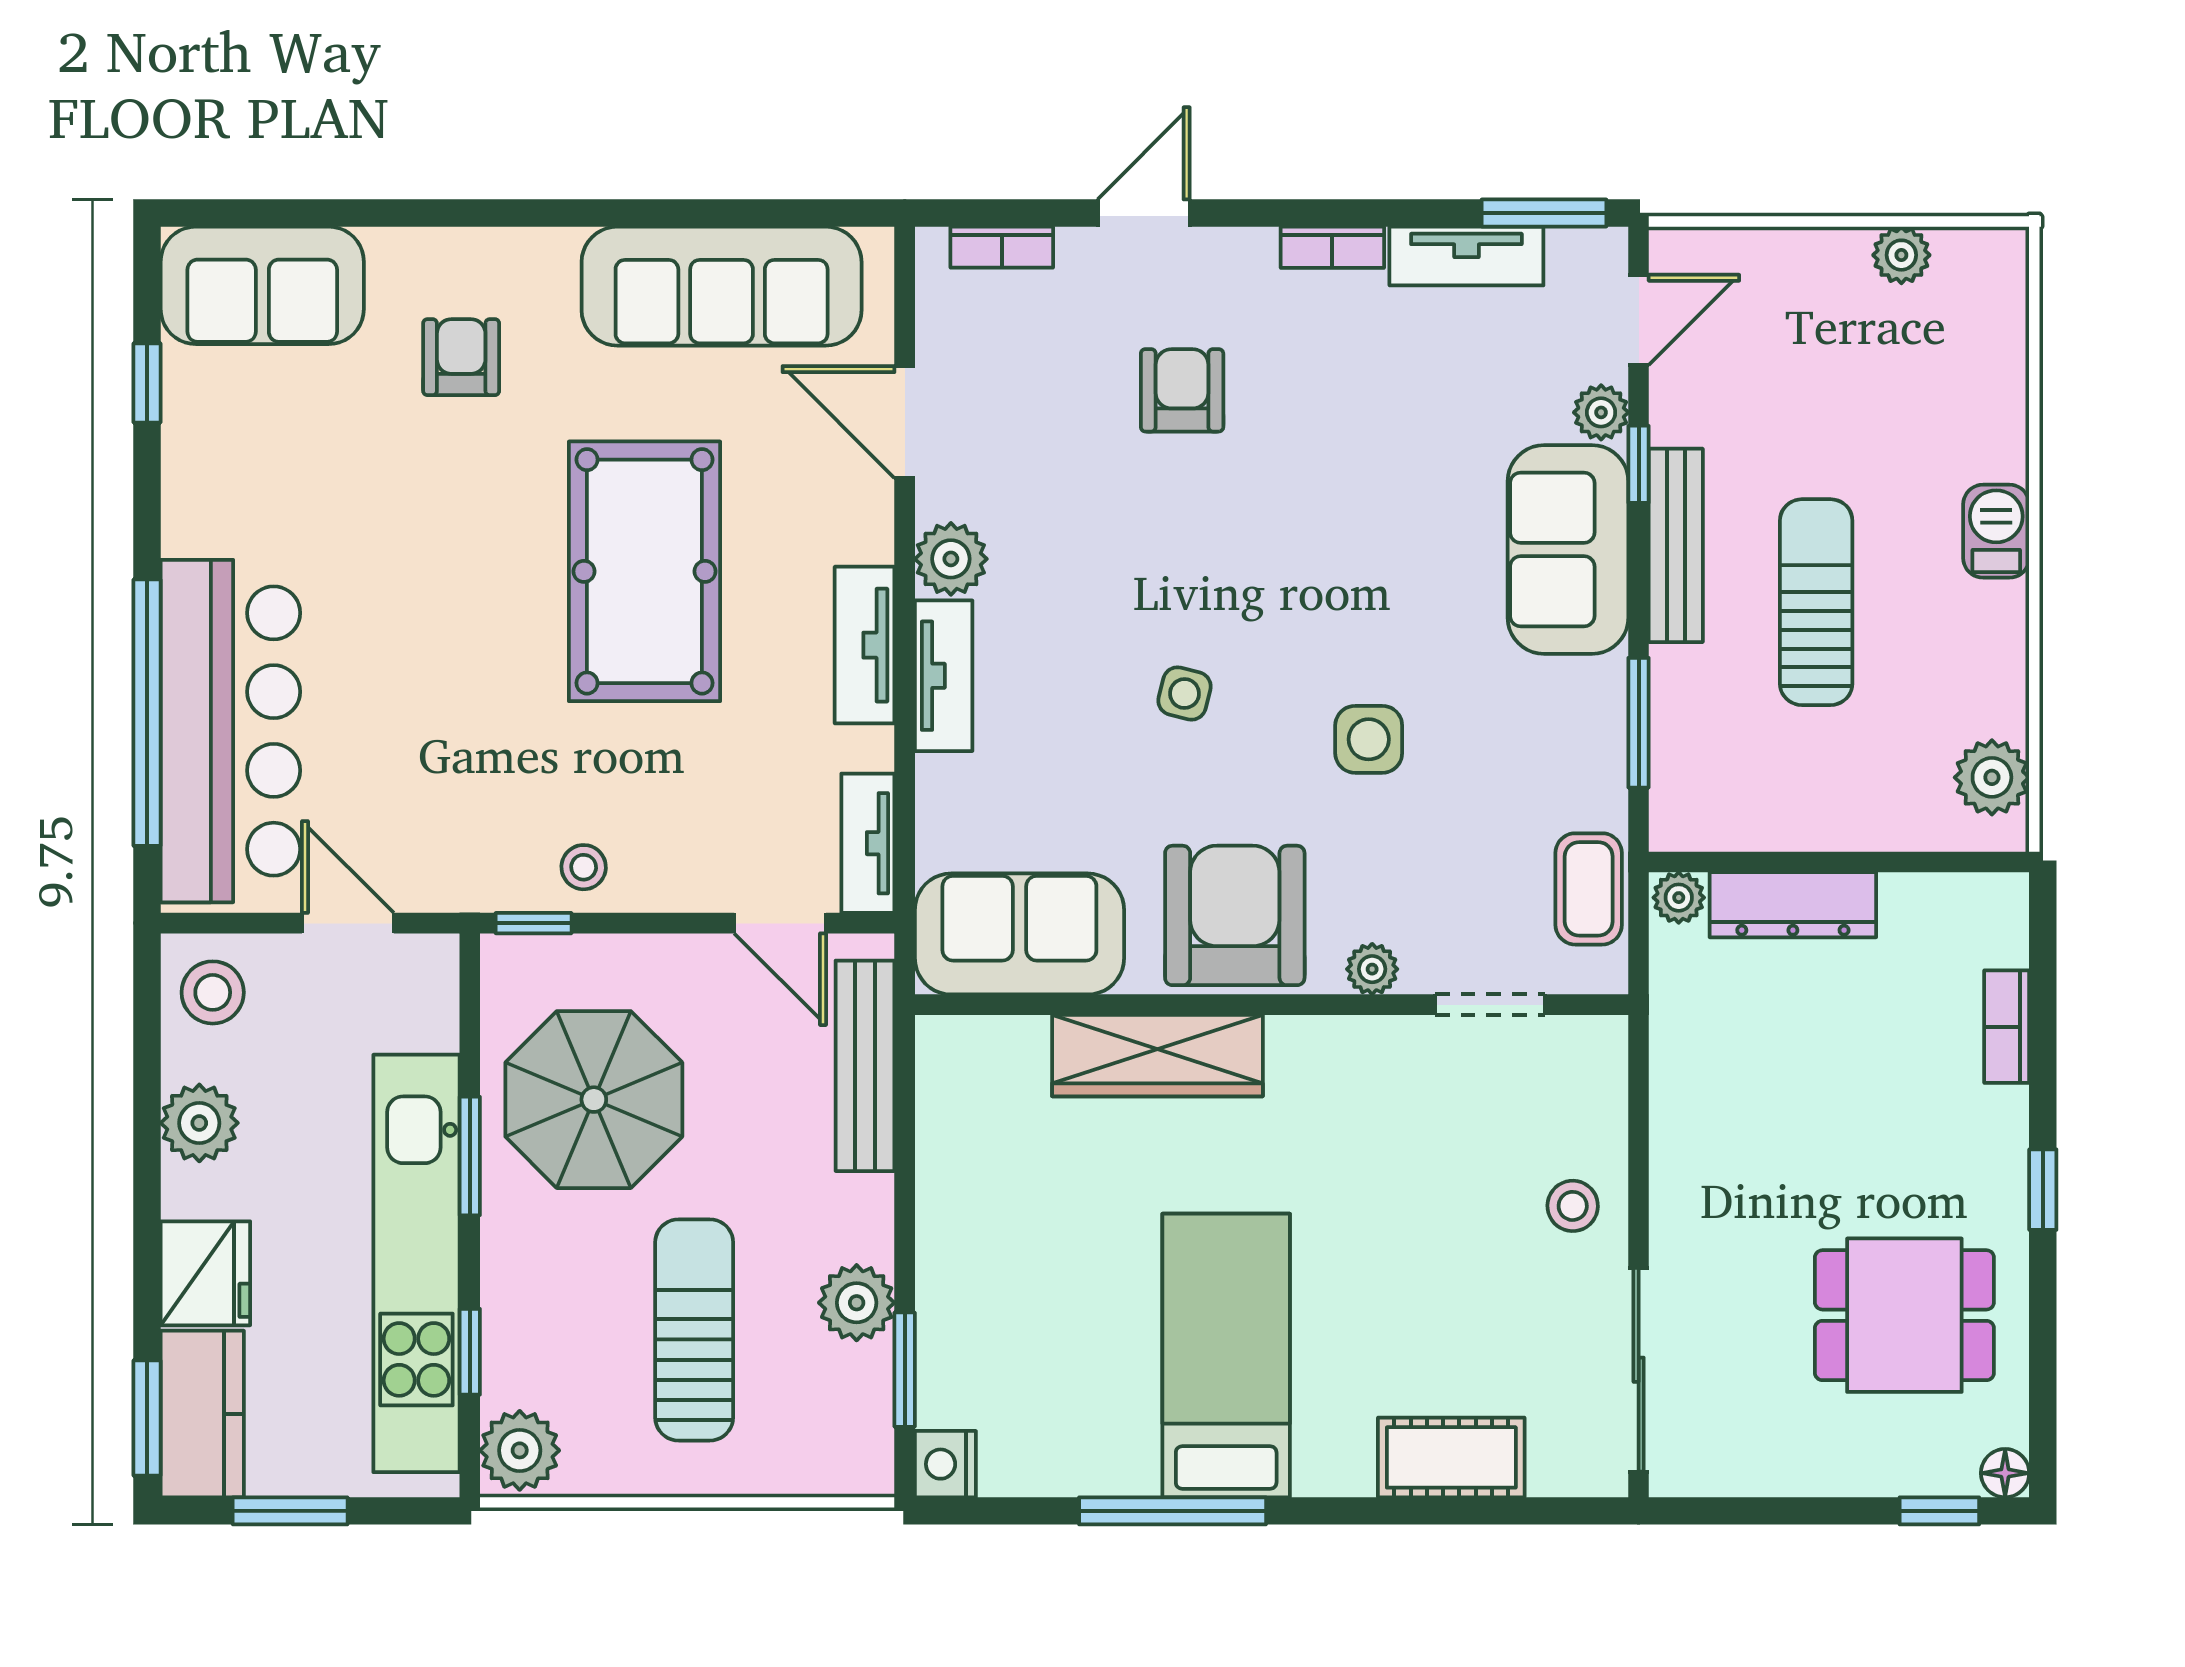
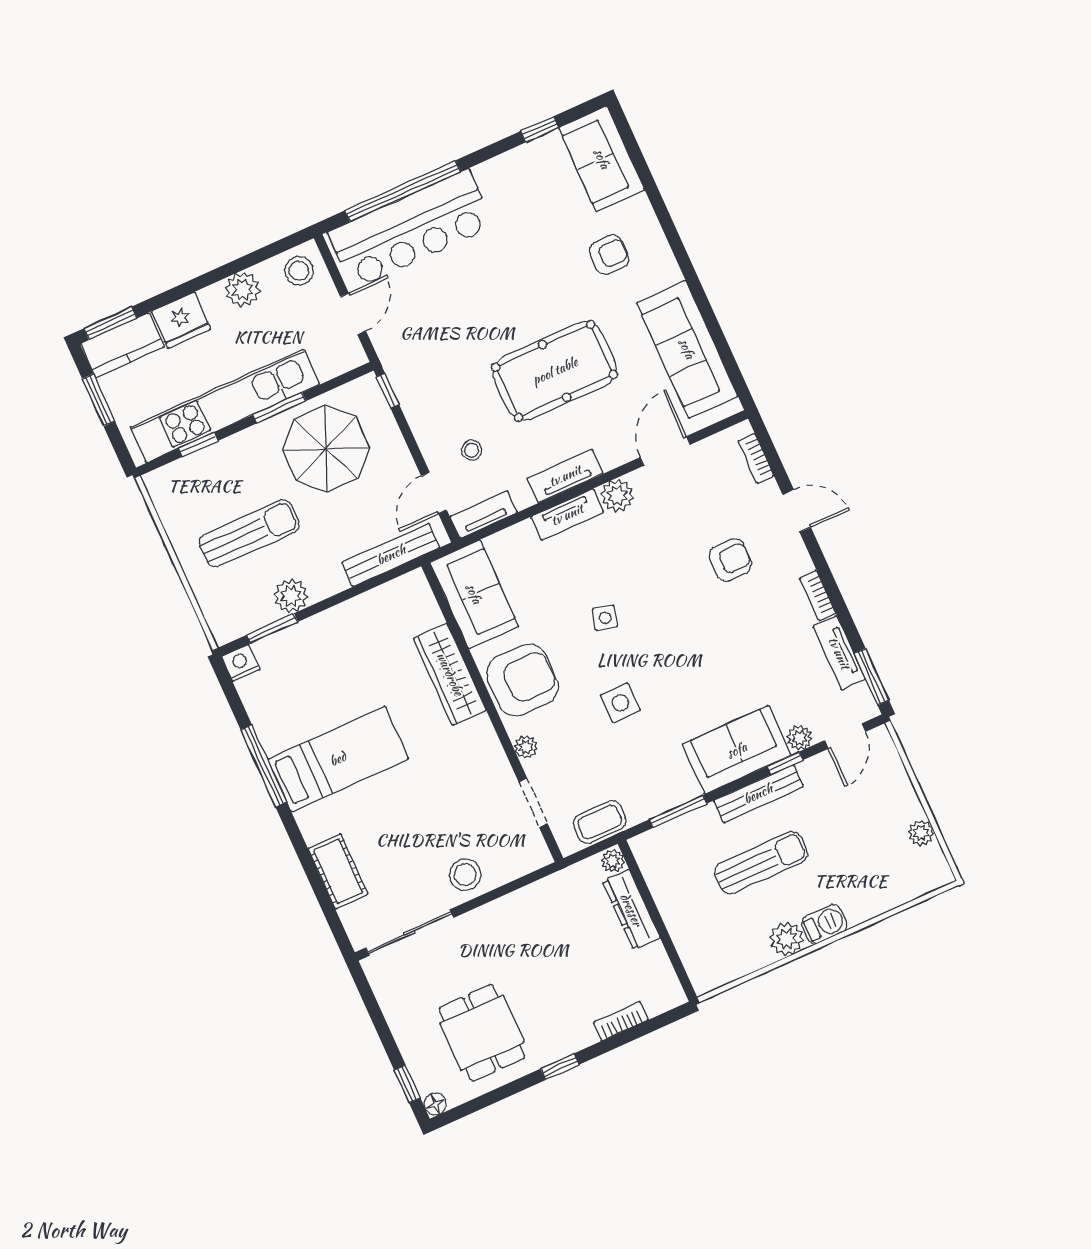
door: (1639, 320) -> (845, 736), hinge flipped
plant: (1992, 777) -> (786, 939), moved
stool: (584, 867) -> (472, 450), moved
stool: (1573, 1206) -> (465, 875), width x1.37, depth x1.37
plant: (520, 1450) -> (167, 484), removed

